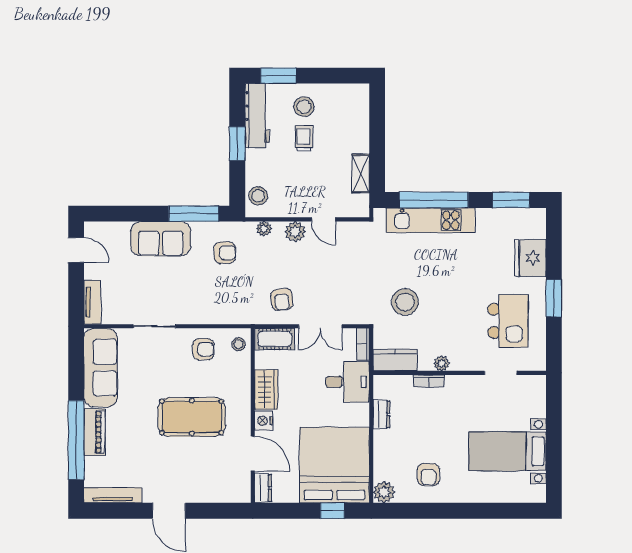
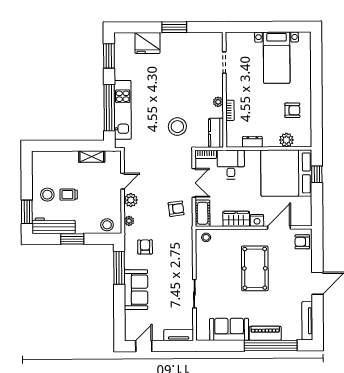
kitchen island: (508, 321) -> (190, 58), removed
armchair: (203, 349) -> (302, 242), moved, turned -90
sofa: (101, 368) -> (229, 329), width x0.73
dresser: (263, 488) -> (302, 221), removed
plant: (384, 492) -> (286, 140), moved

